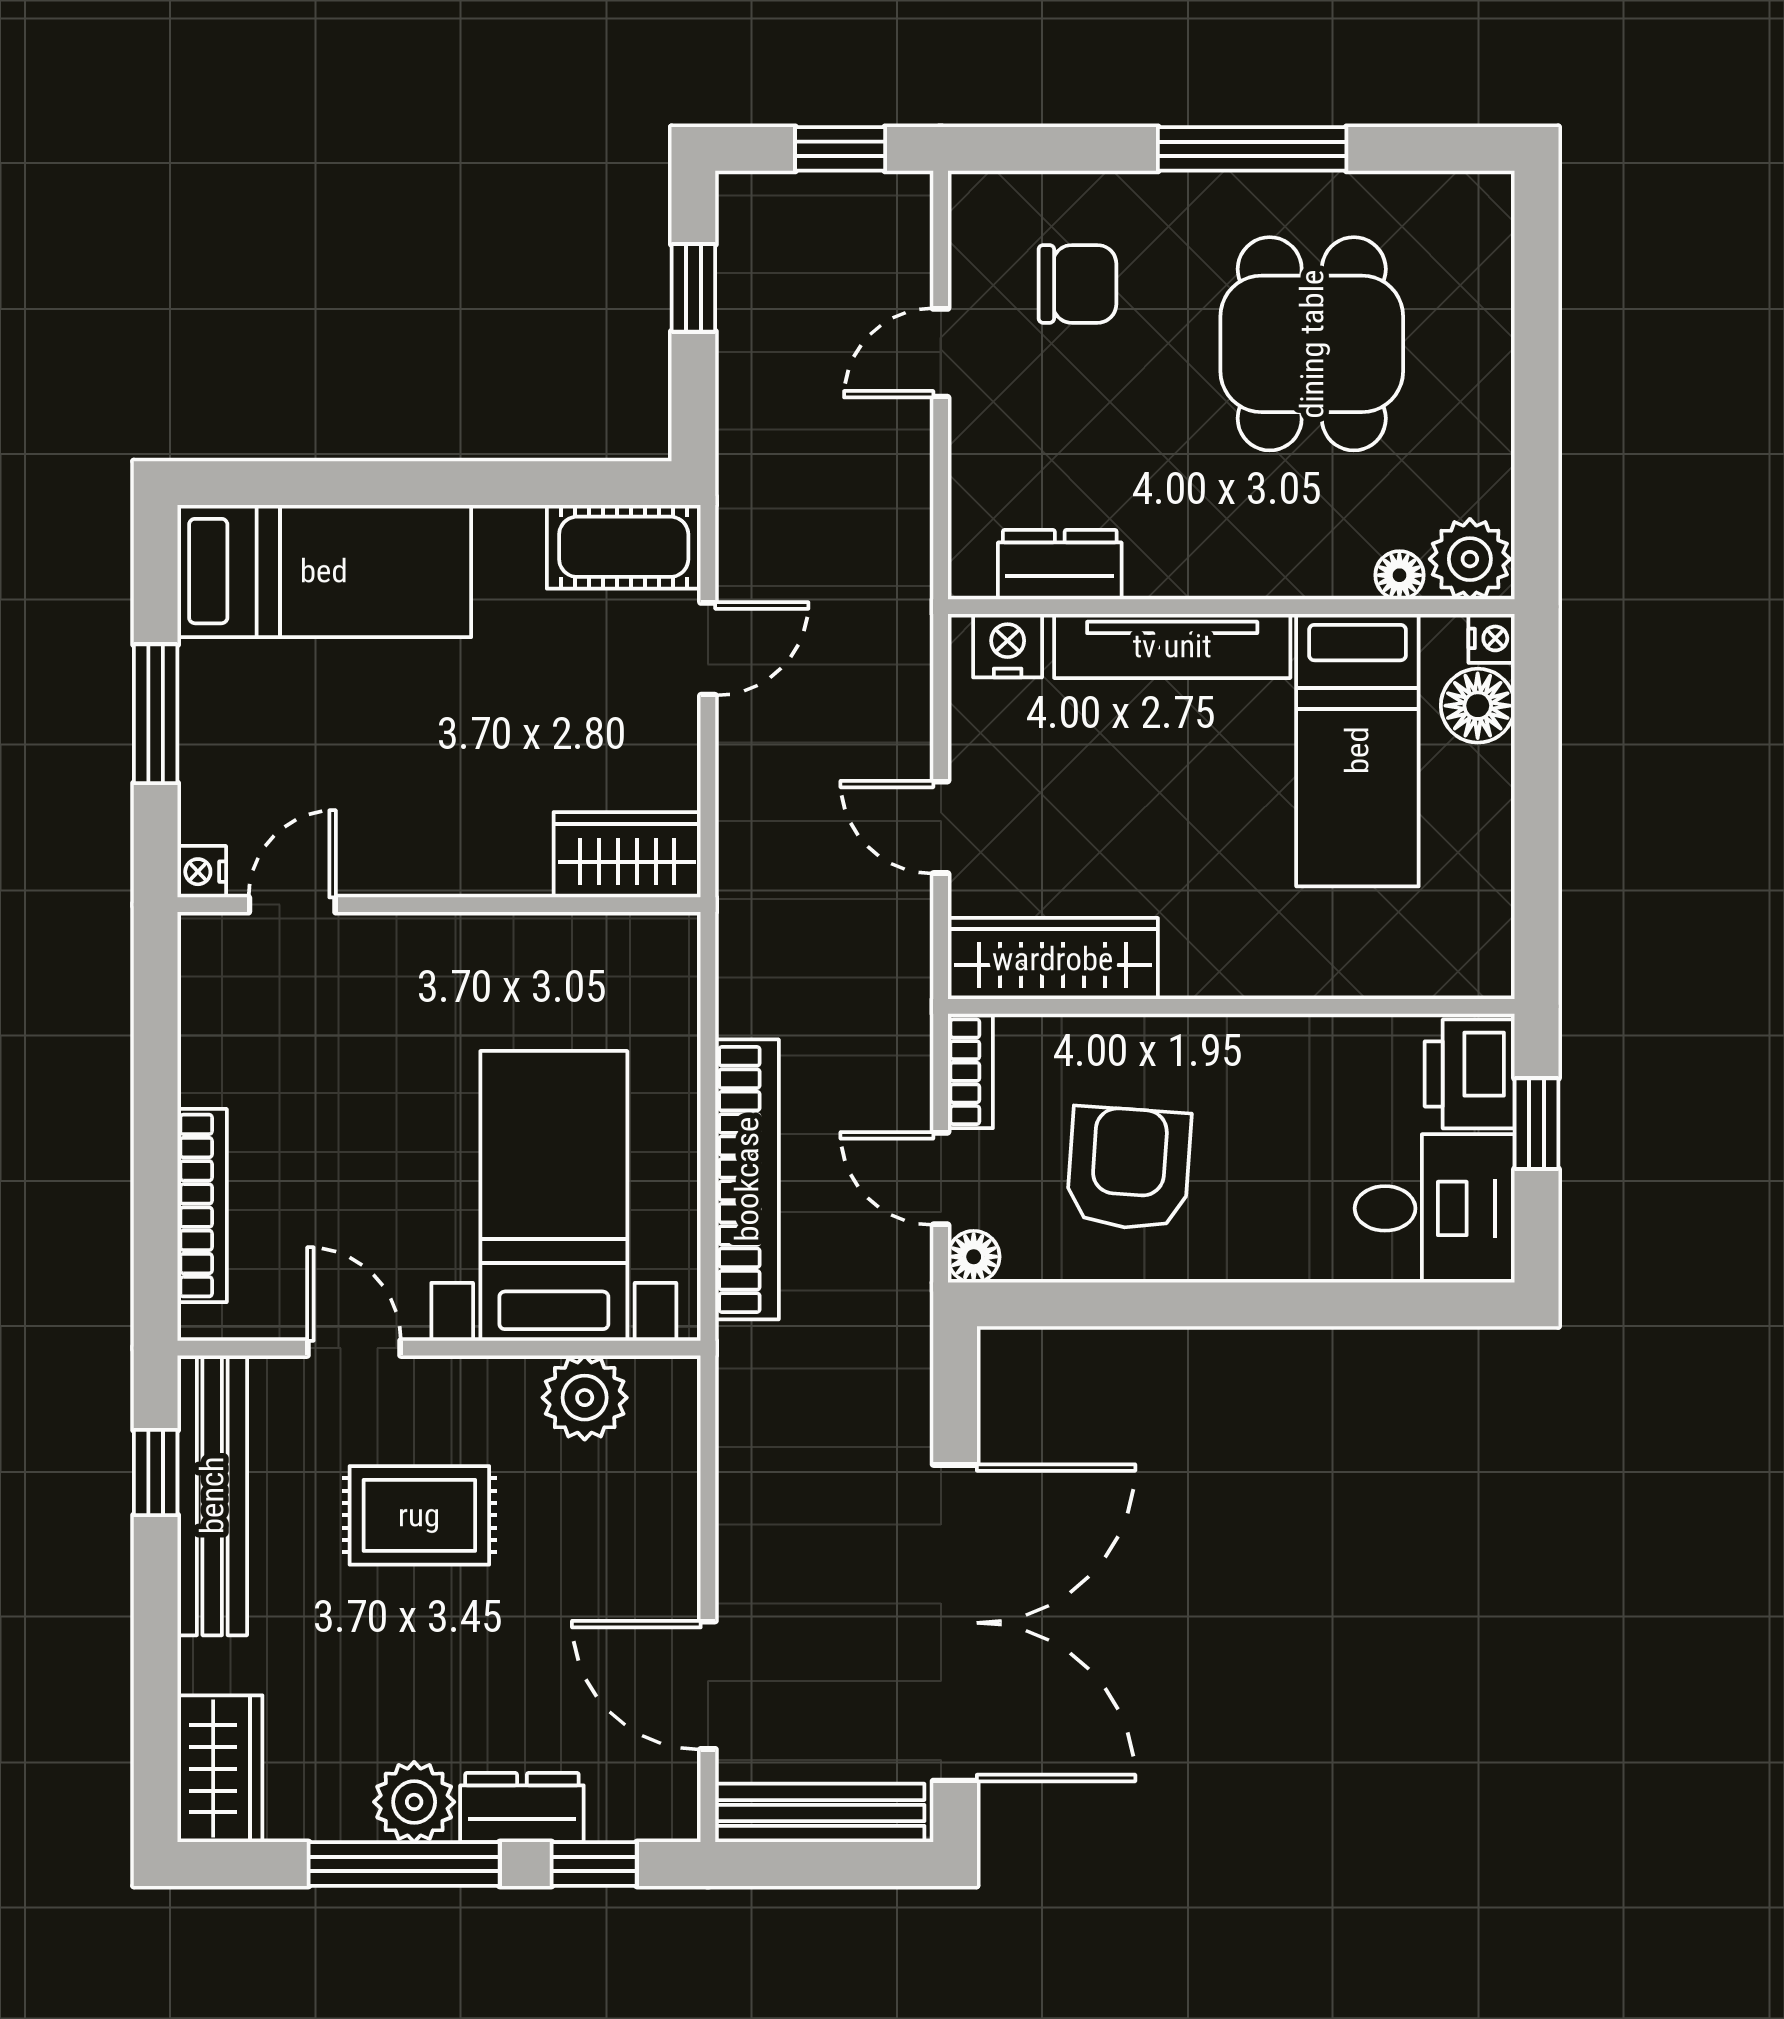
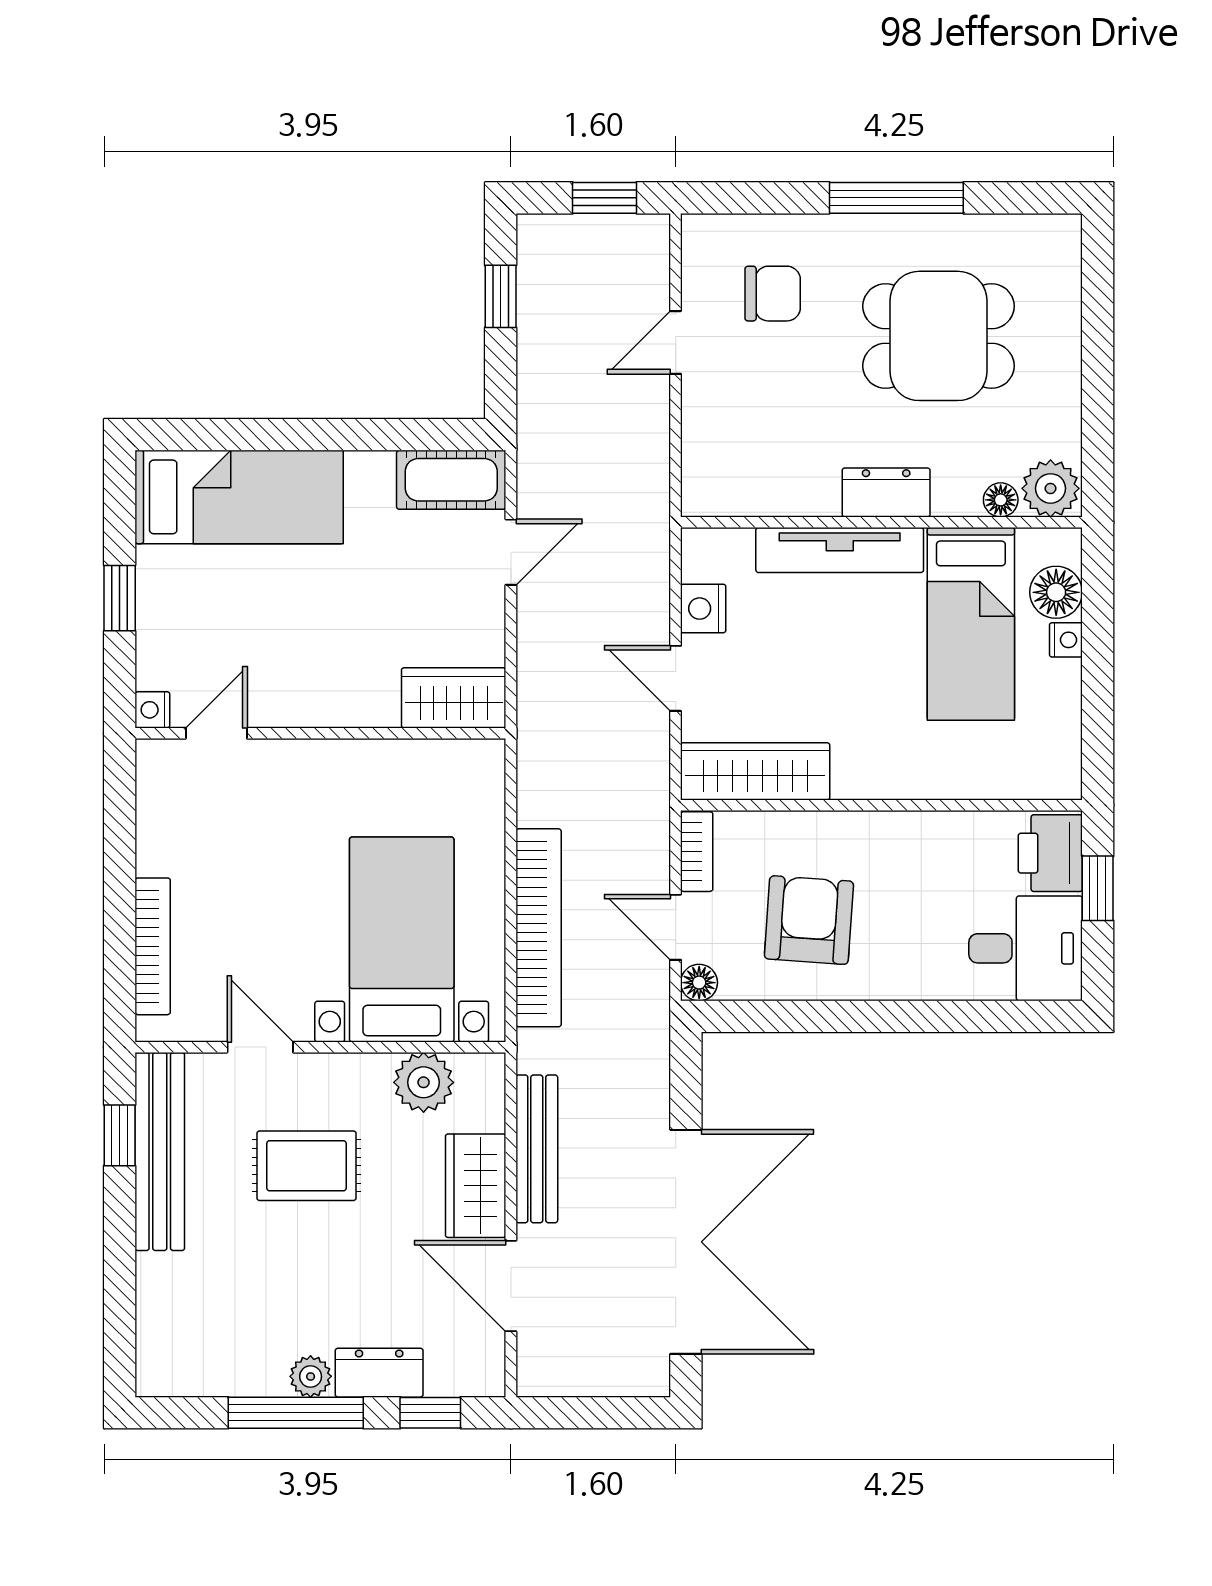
dining table: (1312, 344) -> (939, 336), turned 90
dresser: (1060, 565) -> (886, 492), moved
nightstand: (1492, 638) -> (1066, 640), moved
nightstand: (1008, 646) -> (703, 609), moved, turned -90
window: (156, 714) -> (120, 598), width x0.67
wardrobe: (220, 1769) -> (476, 1186), moved, turned 180
plant: (414, 1802) -> (311, 1376), width x0.73, depth x0.73
bench: (820, 1813) -> (537, 1149), moved, turned 90

